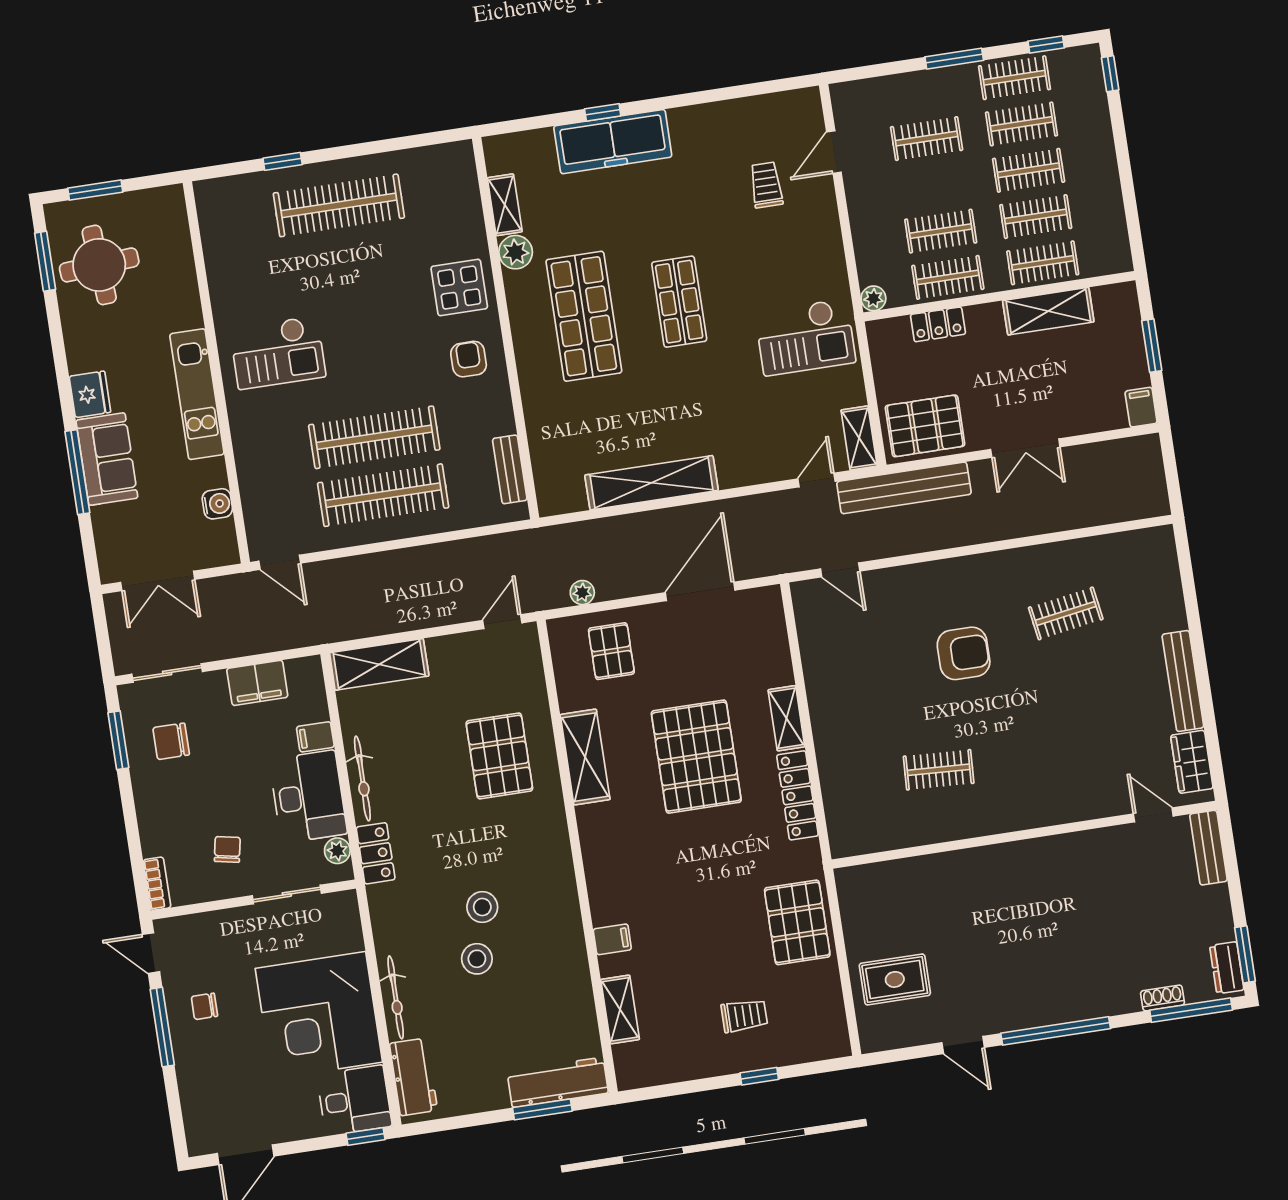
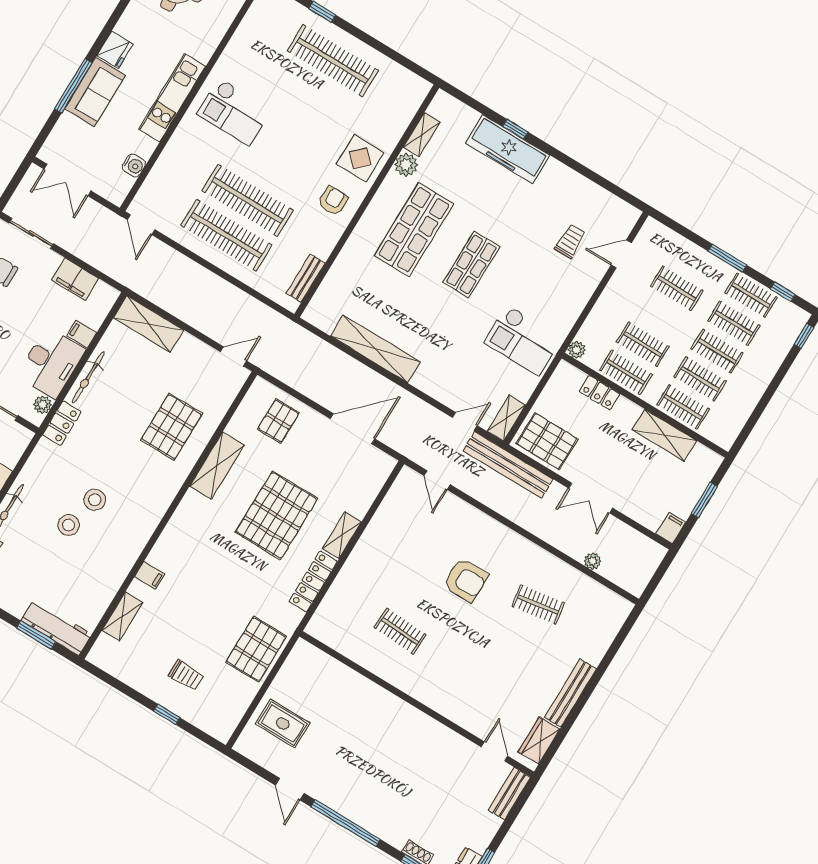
plant: (582, 593) -> (593, 561), moved

